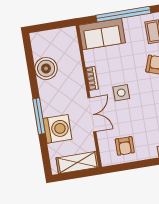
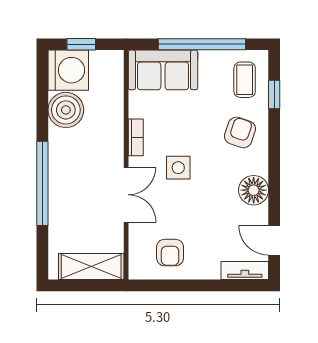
window: (49, 26) -> (81, 44), added
window: (39, 116) -> (42, 183), width x1.46
washing machine: (57, 129) -> (68, 70), moved

